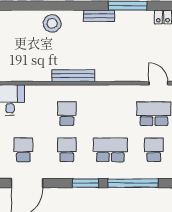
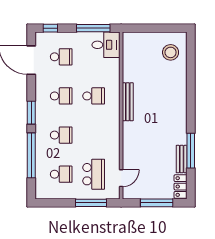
bench: (99, 16) -> (182, 159), moved
stool: (52, 23) -> (171, 52), moved
school desk: (110, 150) -> (61, 135), width x0.54

